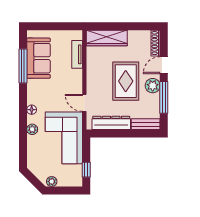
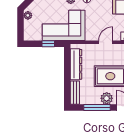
door: (84, 103) -> (106, 42), moved
window: (86, 170) -> (48, 44), moved

